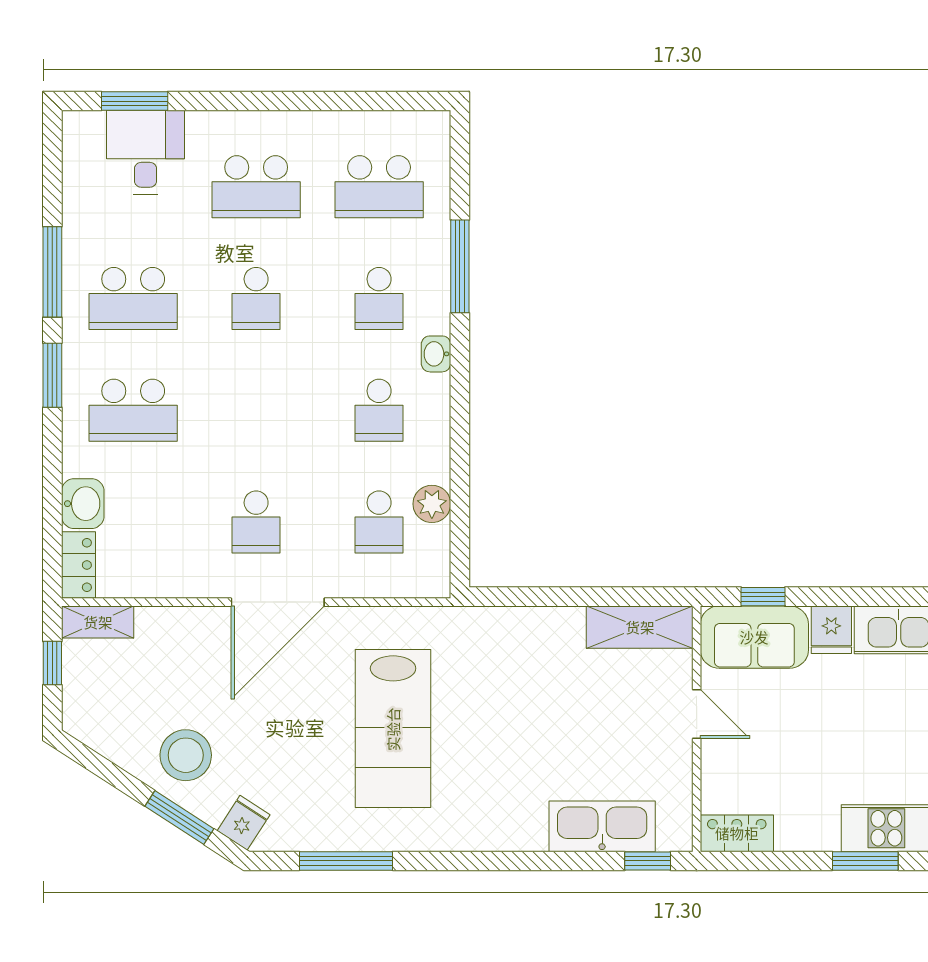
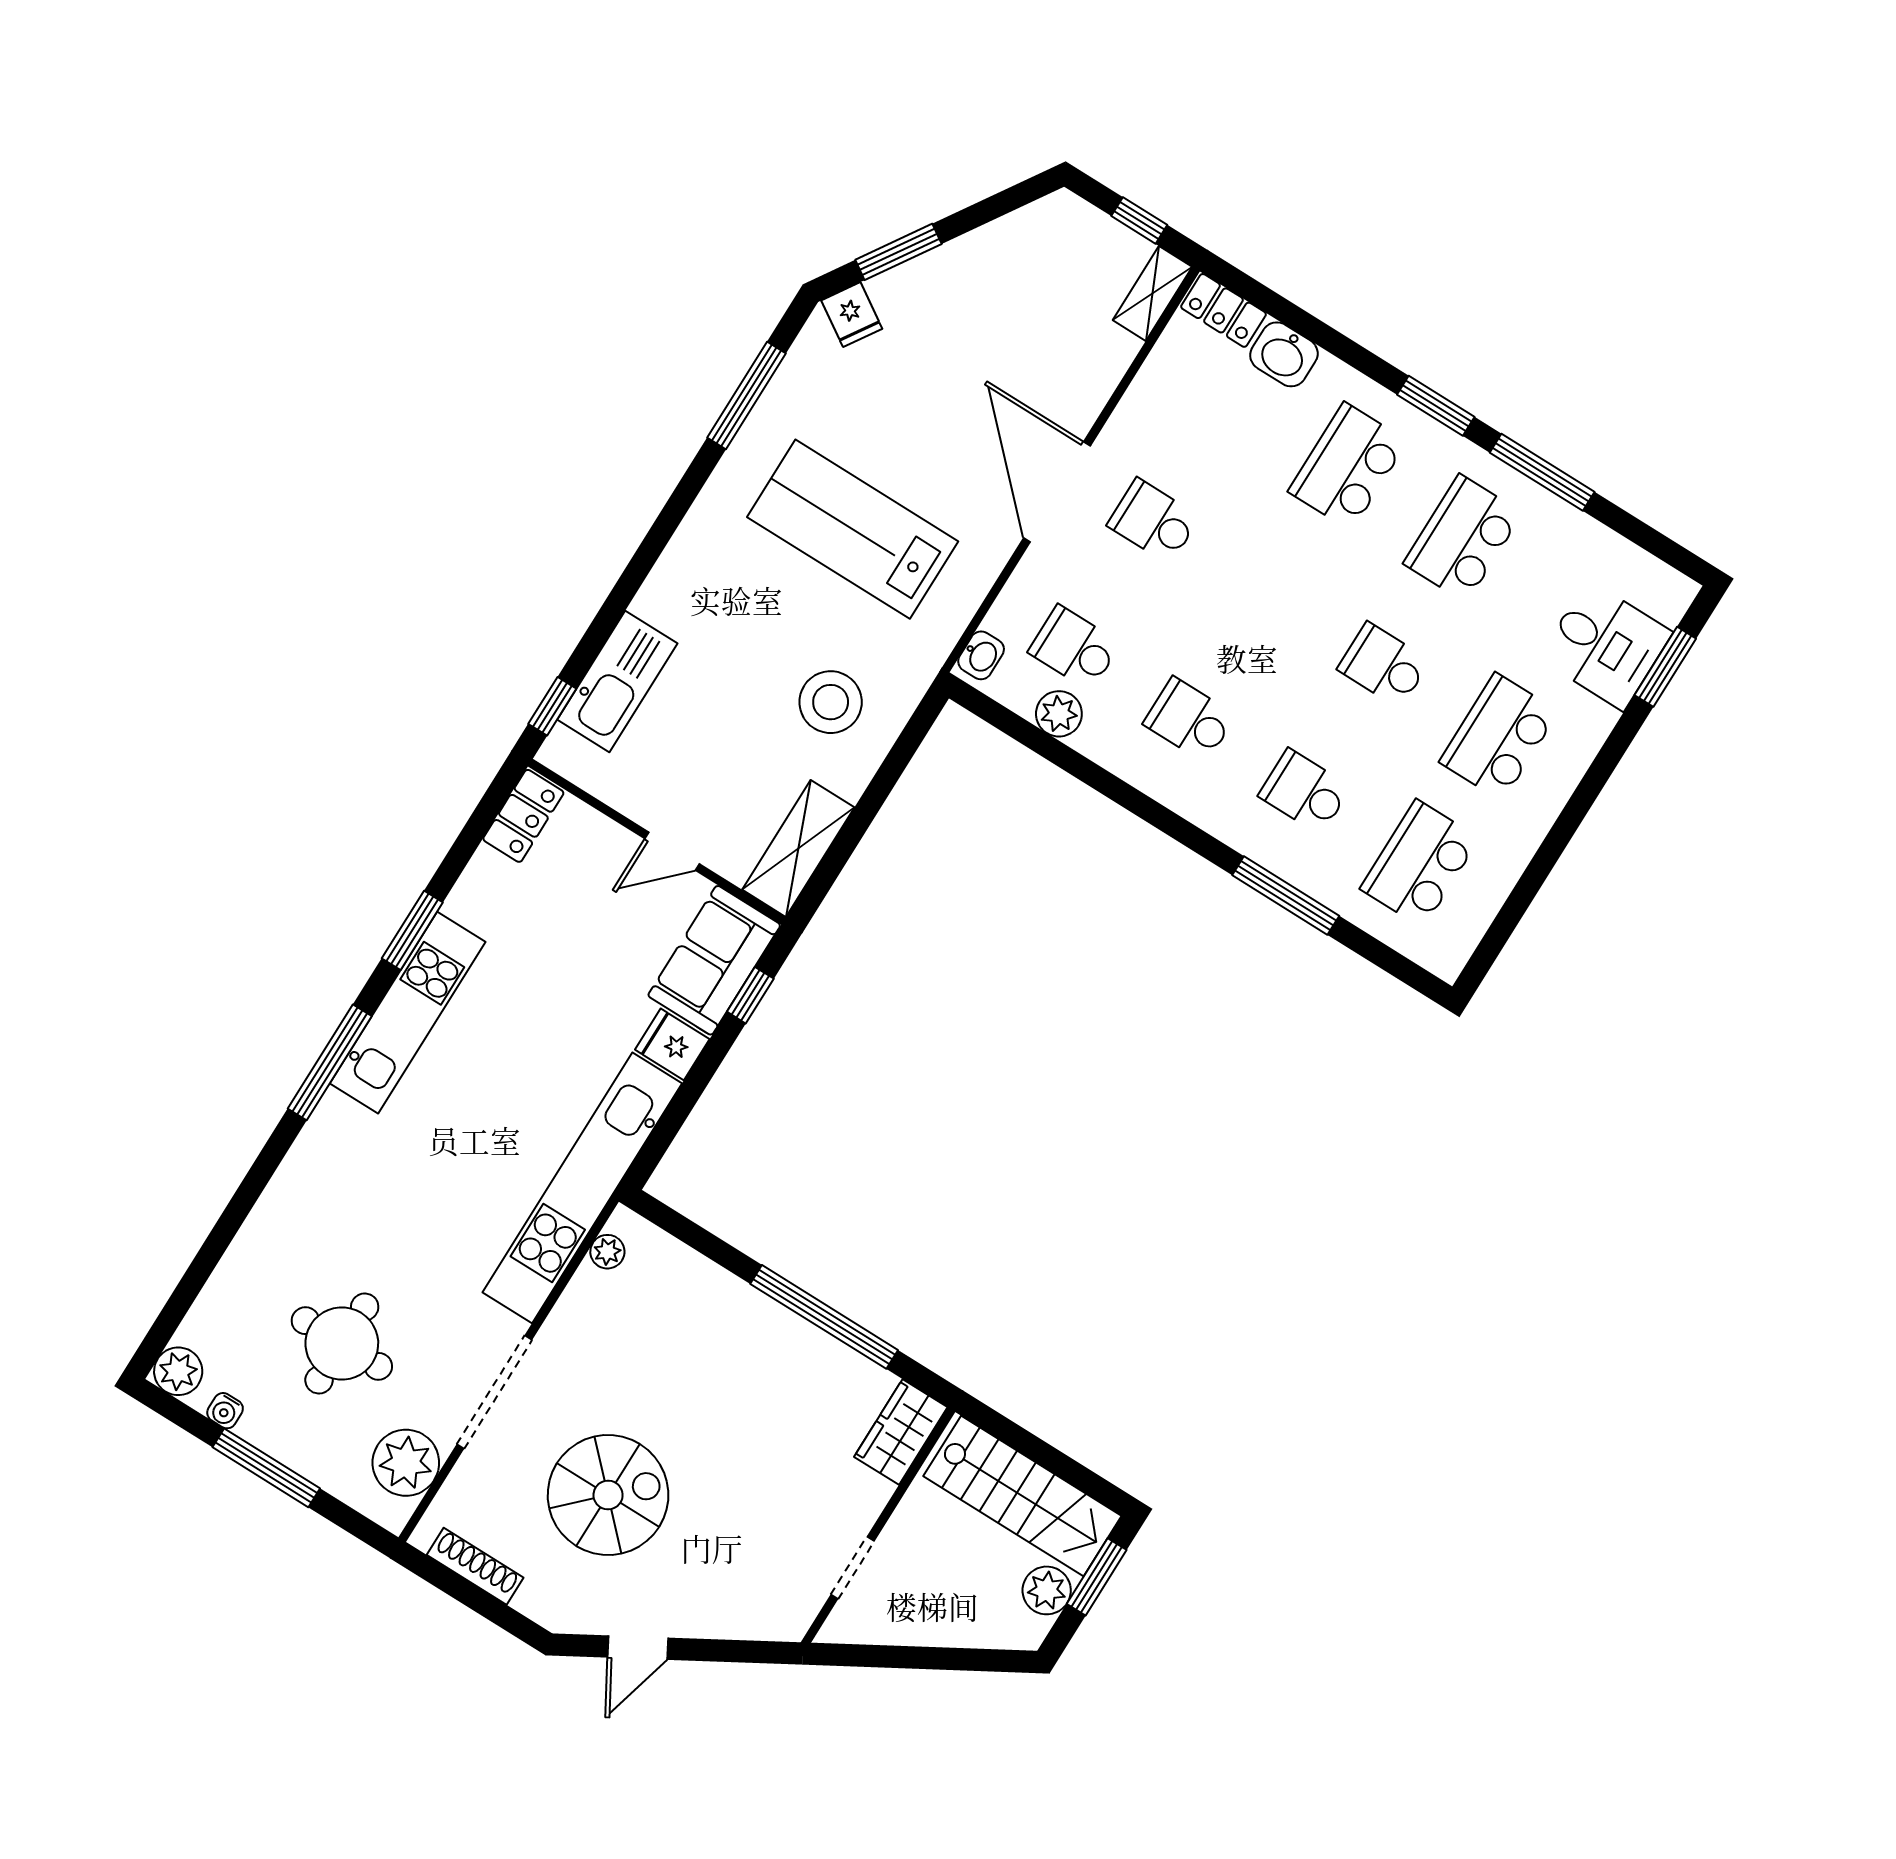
washbasin: (436, 354) -> (981, 655), moved, turned 90
stool: (186, 755) -> (831, 702), moved

